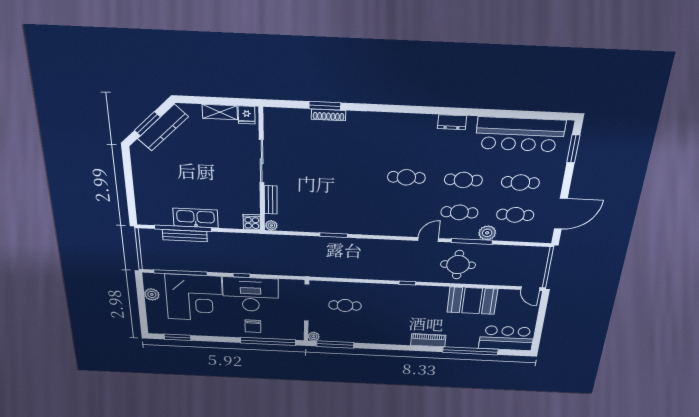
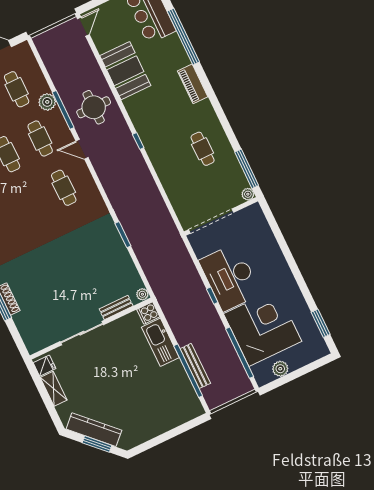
cafe table: (406, 177) -> (64, 188), moved
kitchen sink: (196, 218) -> (160, 342), moved
cafe table: (345, 305) -> (203, 149), moved
chair: (253, 326) -> (267, 258), removed
window: (268, 341) -> (278, 235), removed

